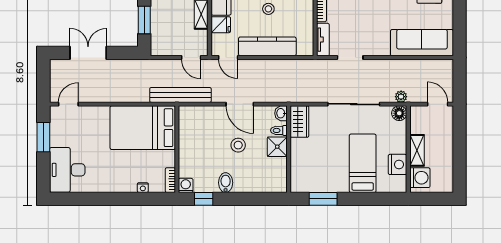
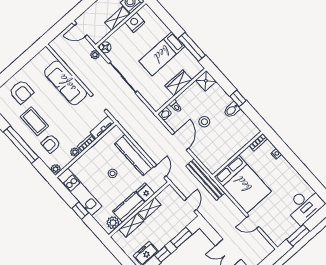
sofa: (422, 43) -> (66, 83), moved
door: (191, 58) -> (190, 205), moved
door: (68, 104) -> (253, 222), moved
door: (438, 104) -> (81, 30), hinge flipped
wardrobe: (299, 122) -> (178, 83), moved
shower: (277, 147) -> (206, 81), moved
bed: (363, 163) -> (162, 54), moved
washing machine: (186, 185) -> (254, 131), removed
window: (204, 199) -> (238, 98), moved
window: (323, 199) -> (192, 47), width x1.44

